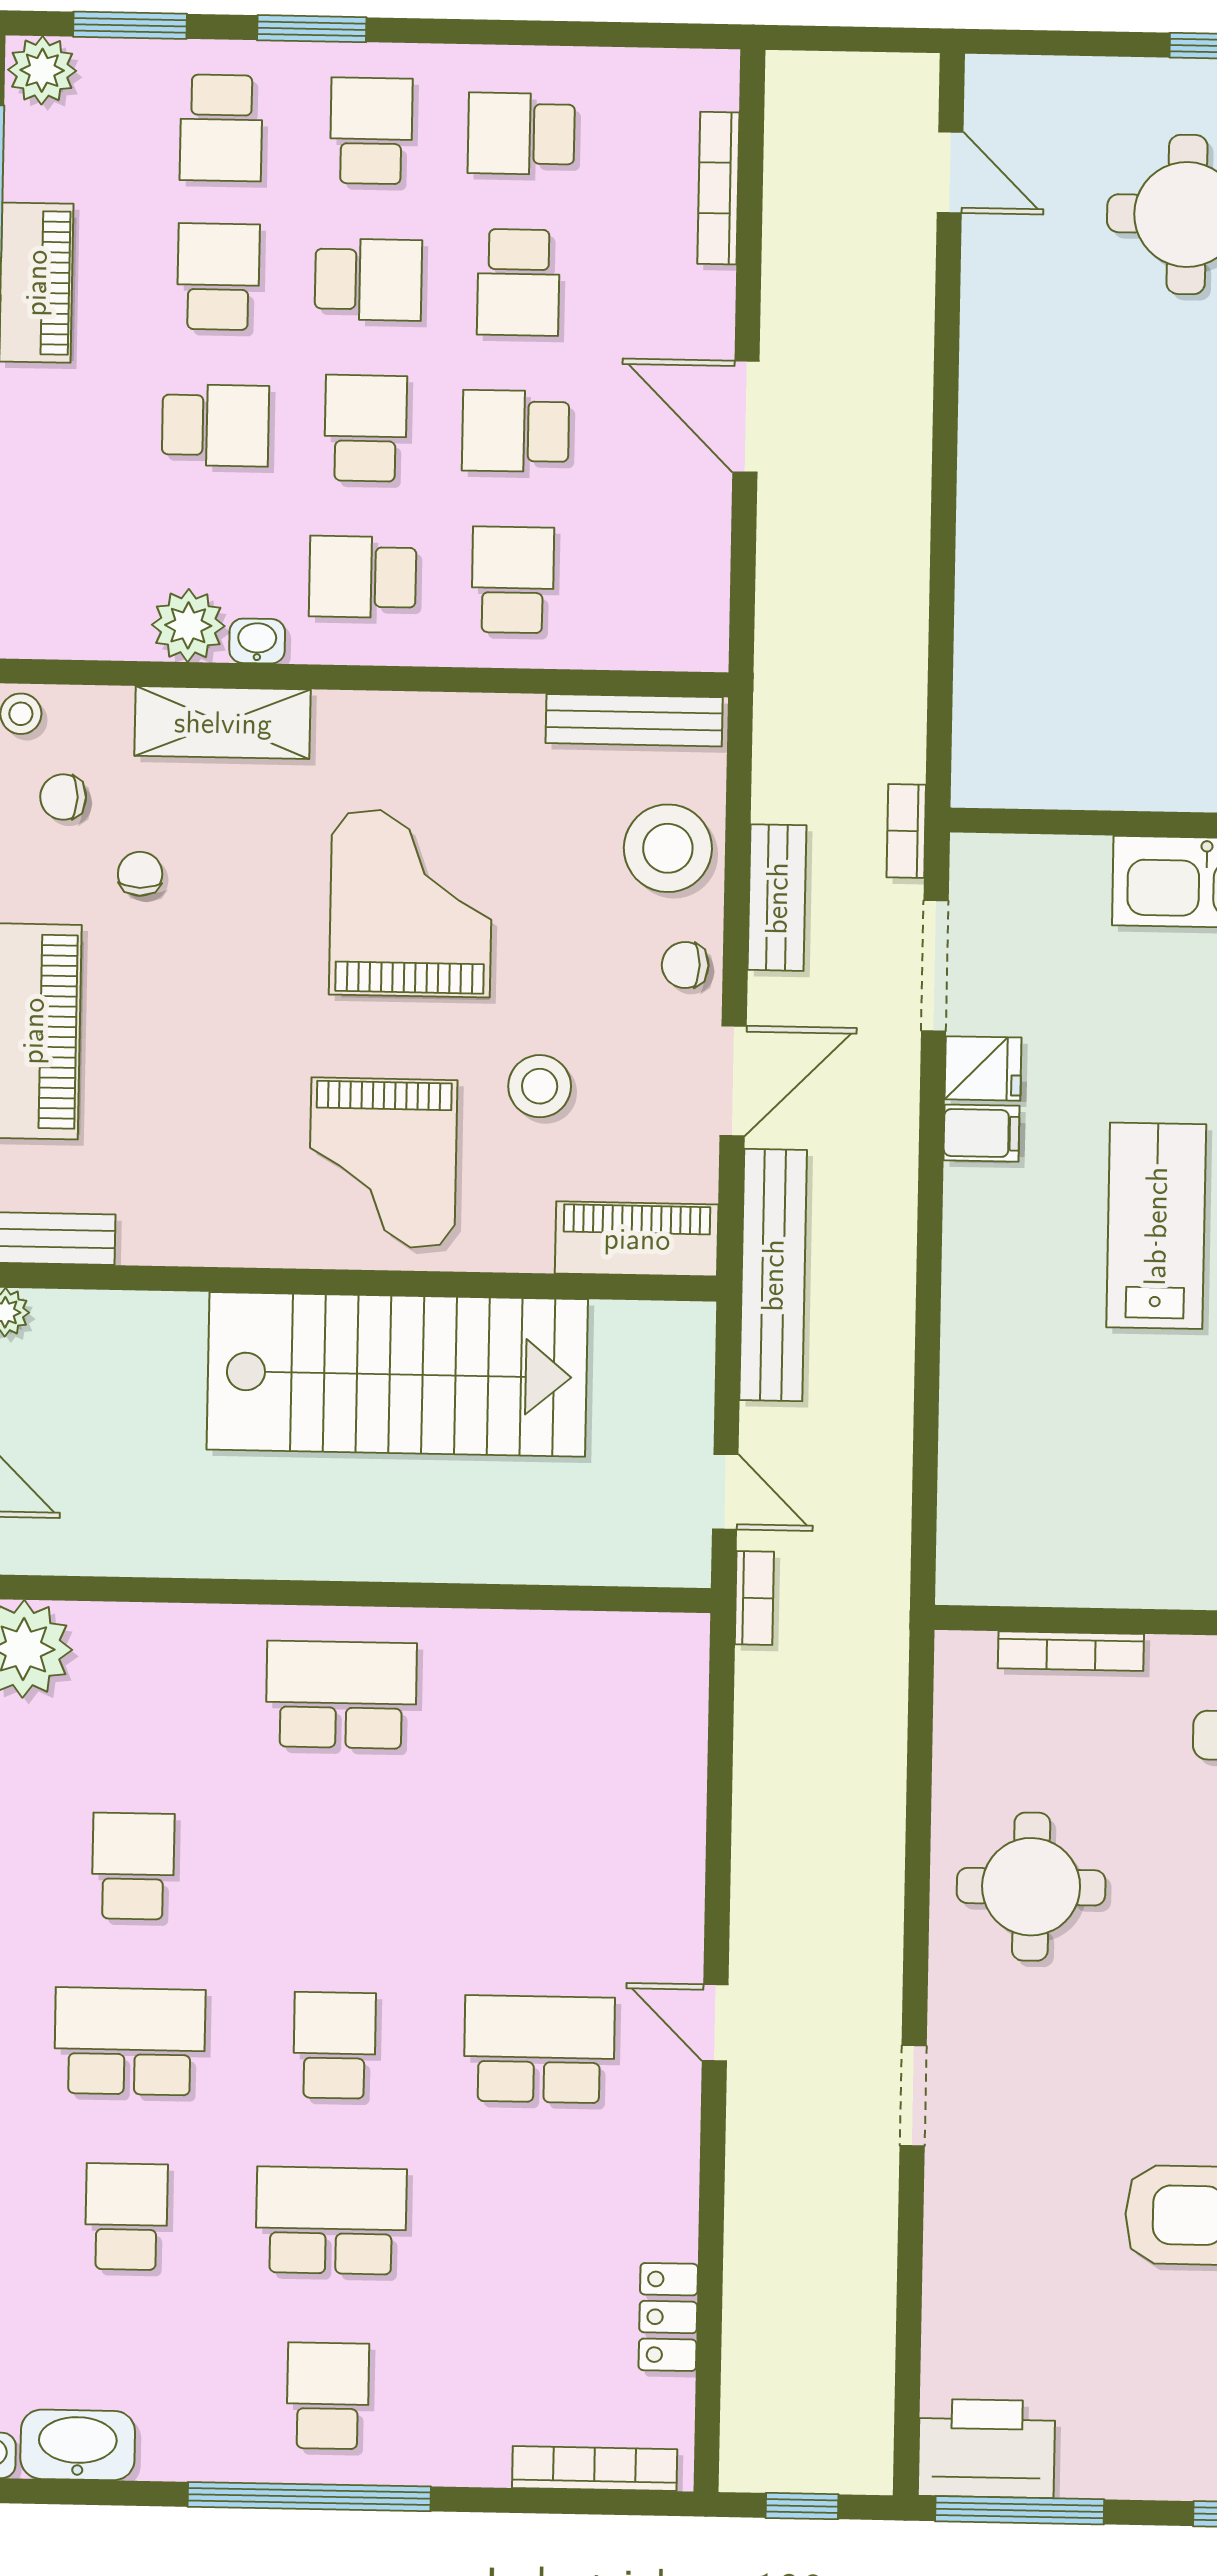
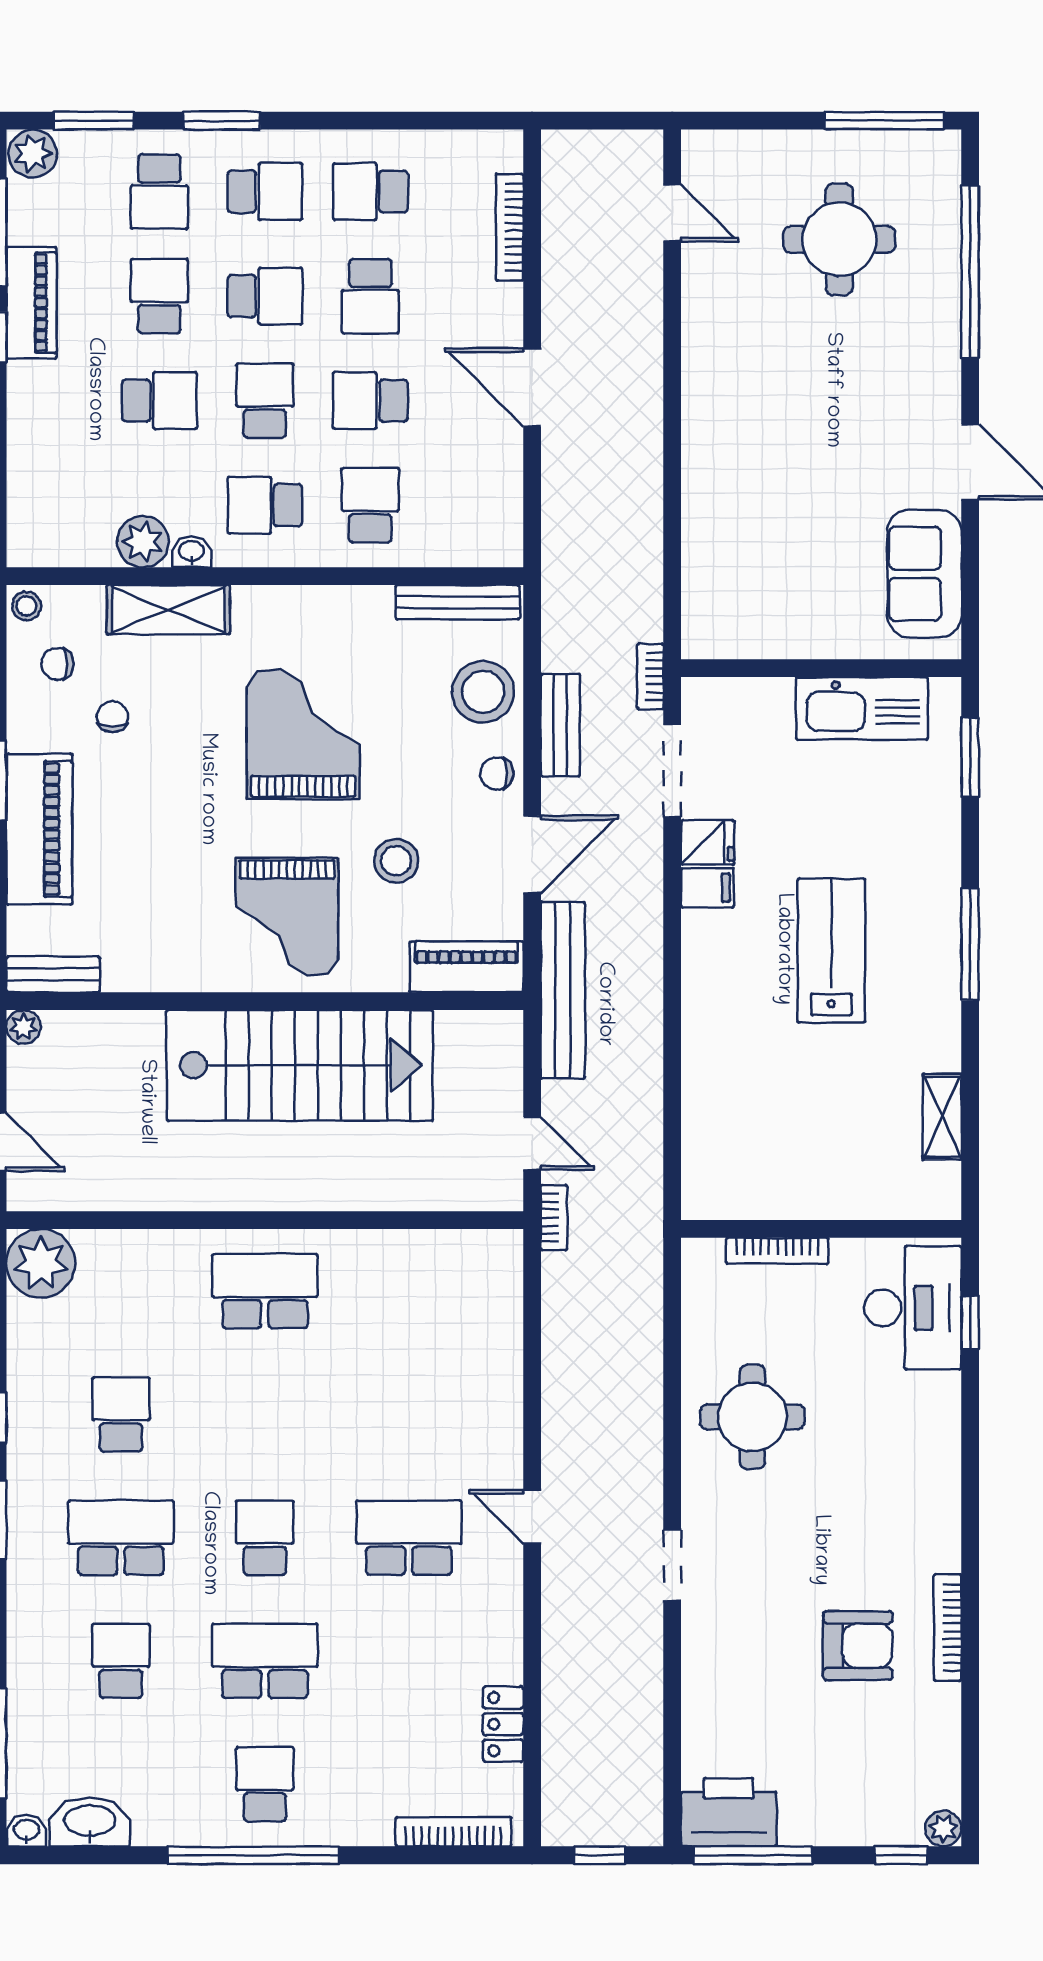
school desk: (371, 131) -> (265, 192), turned 90

